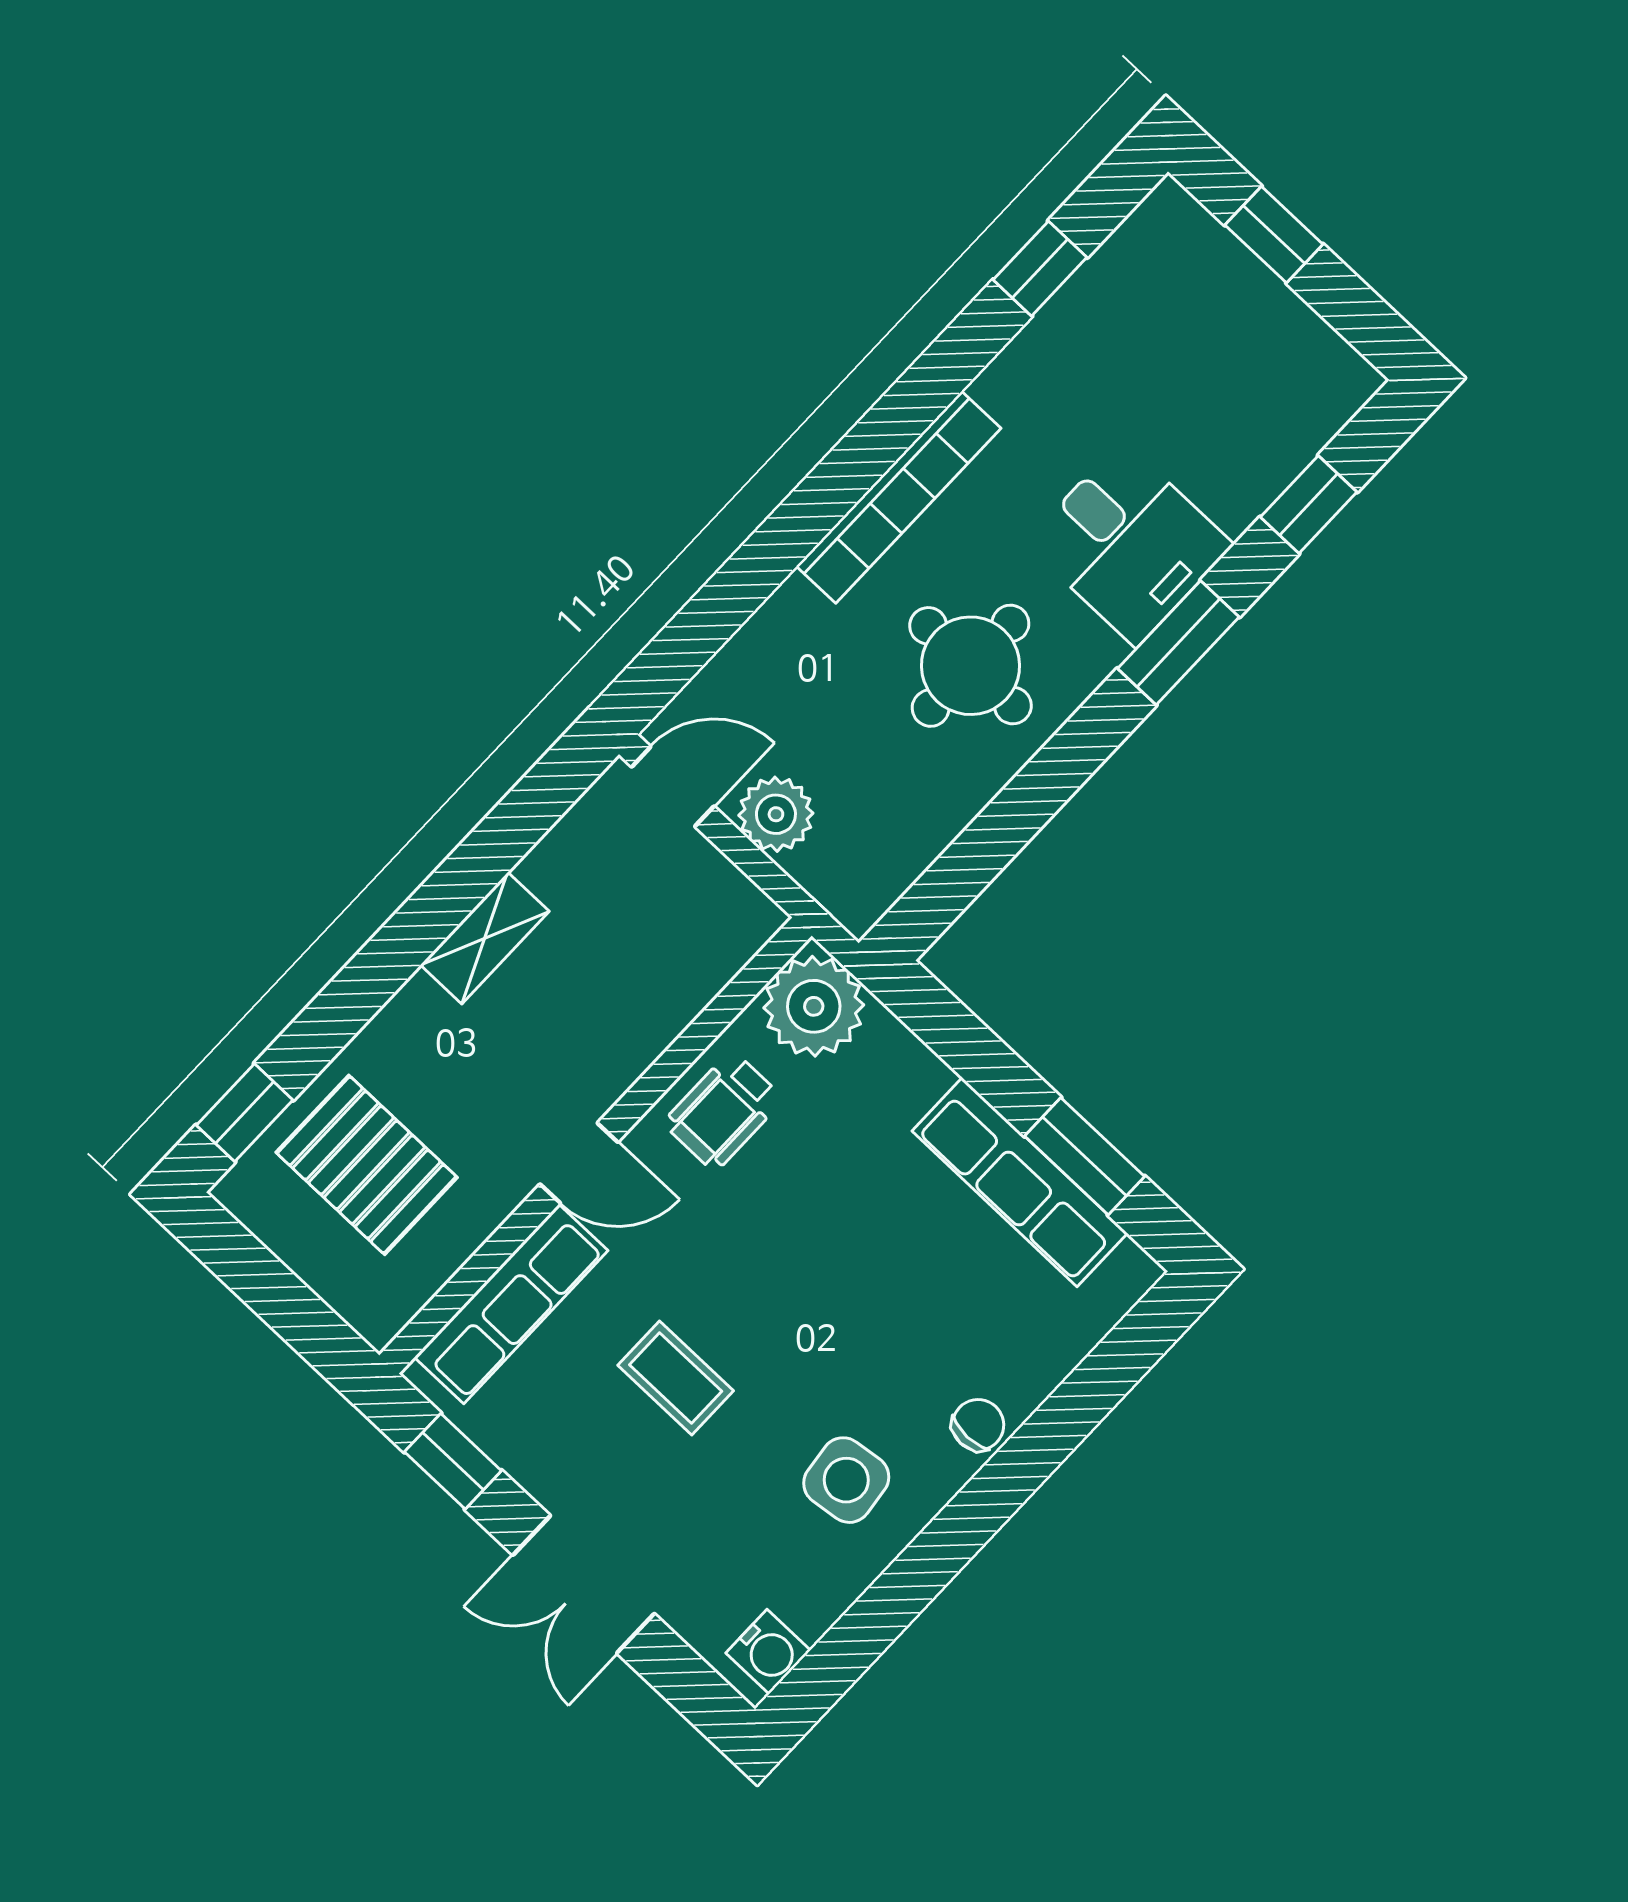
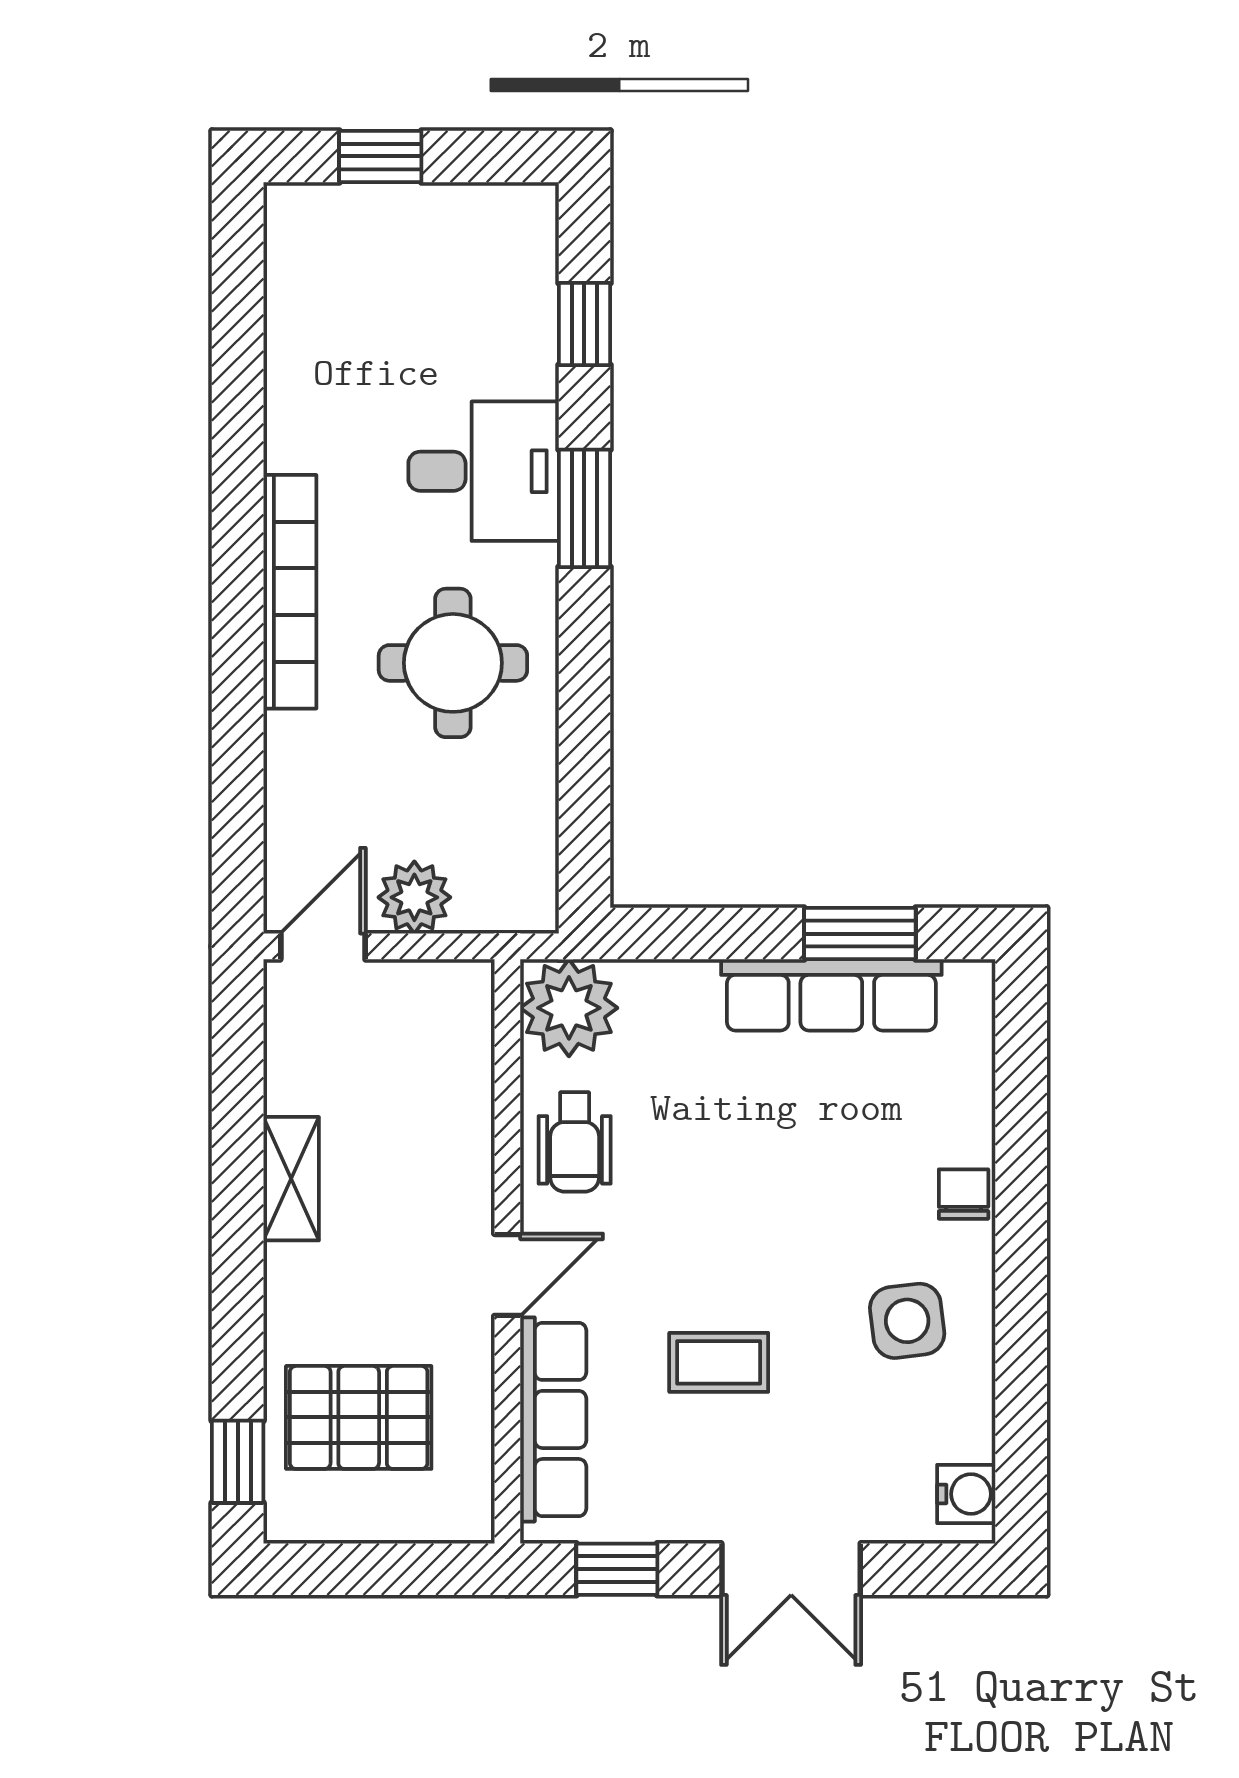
window: (1040, 269) -> (238, 336), removed

